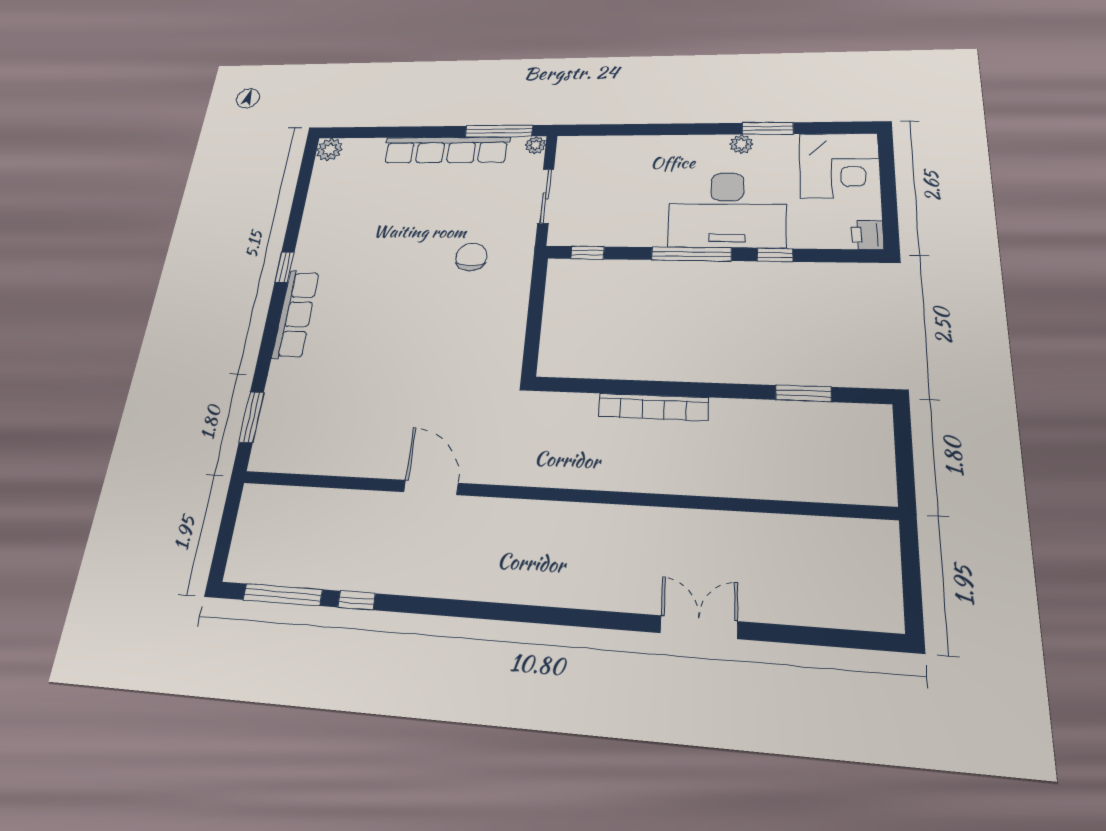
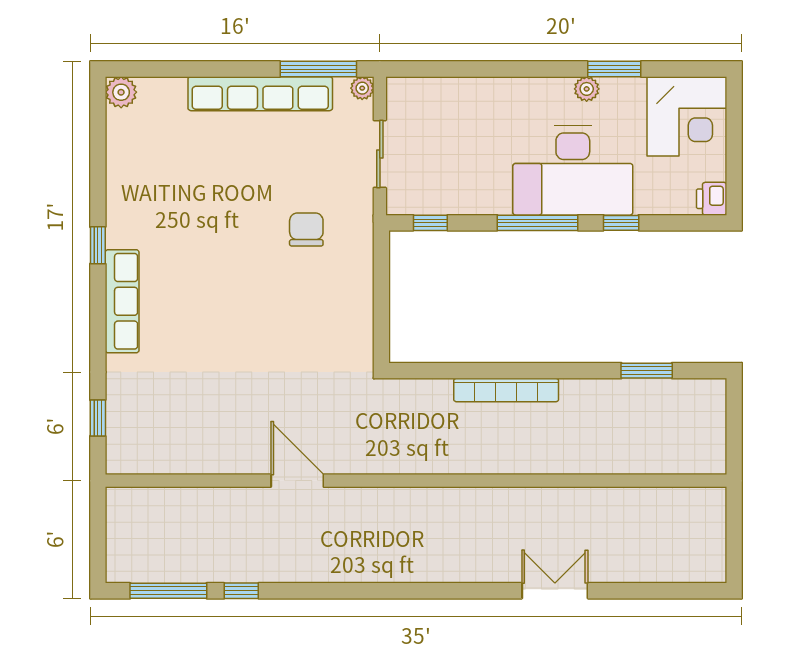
window: (251, 417) -> (98, 418), width x0.67

